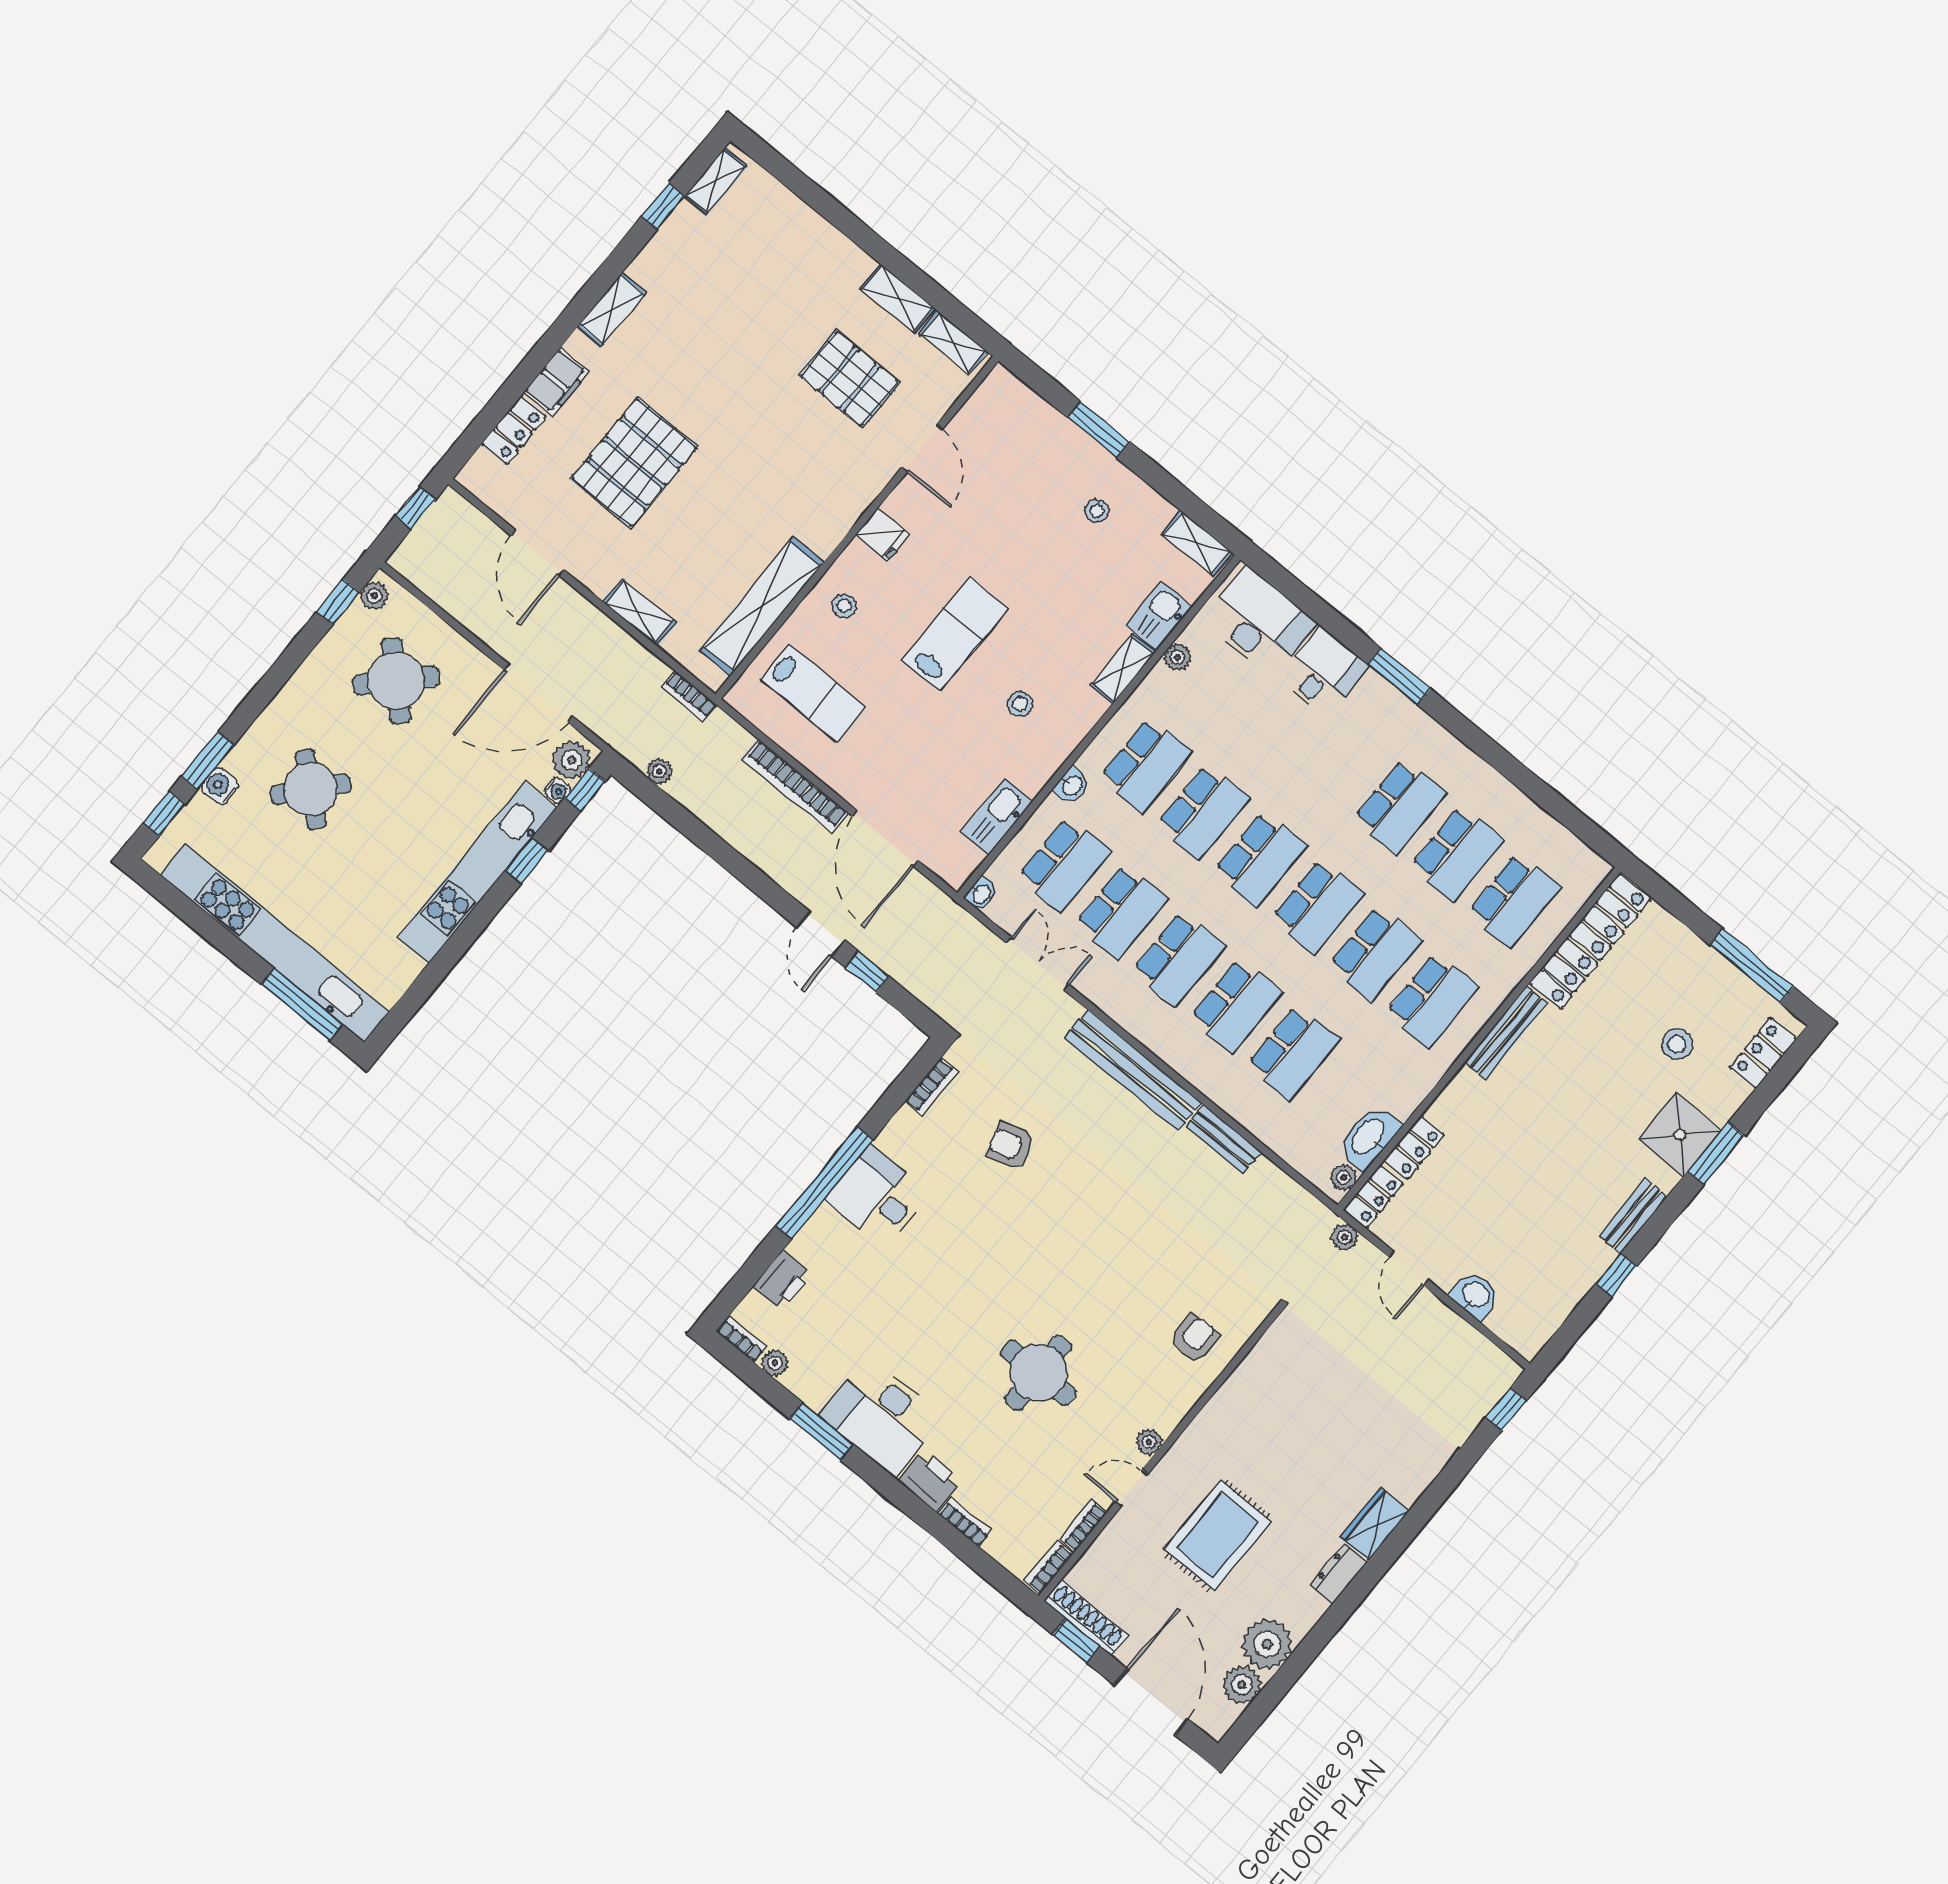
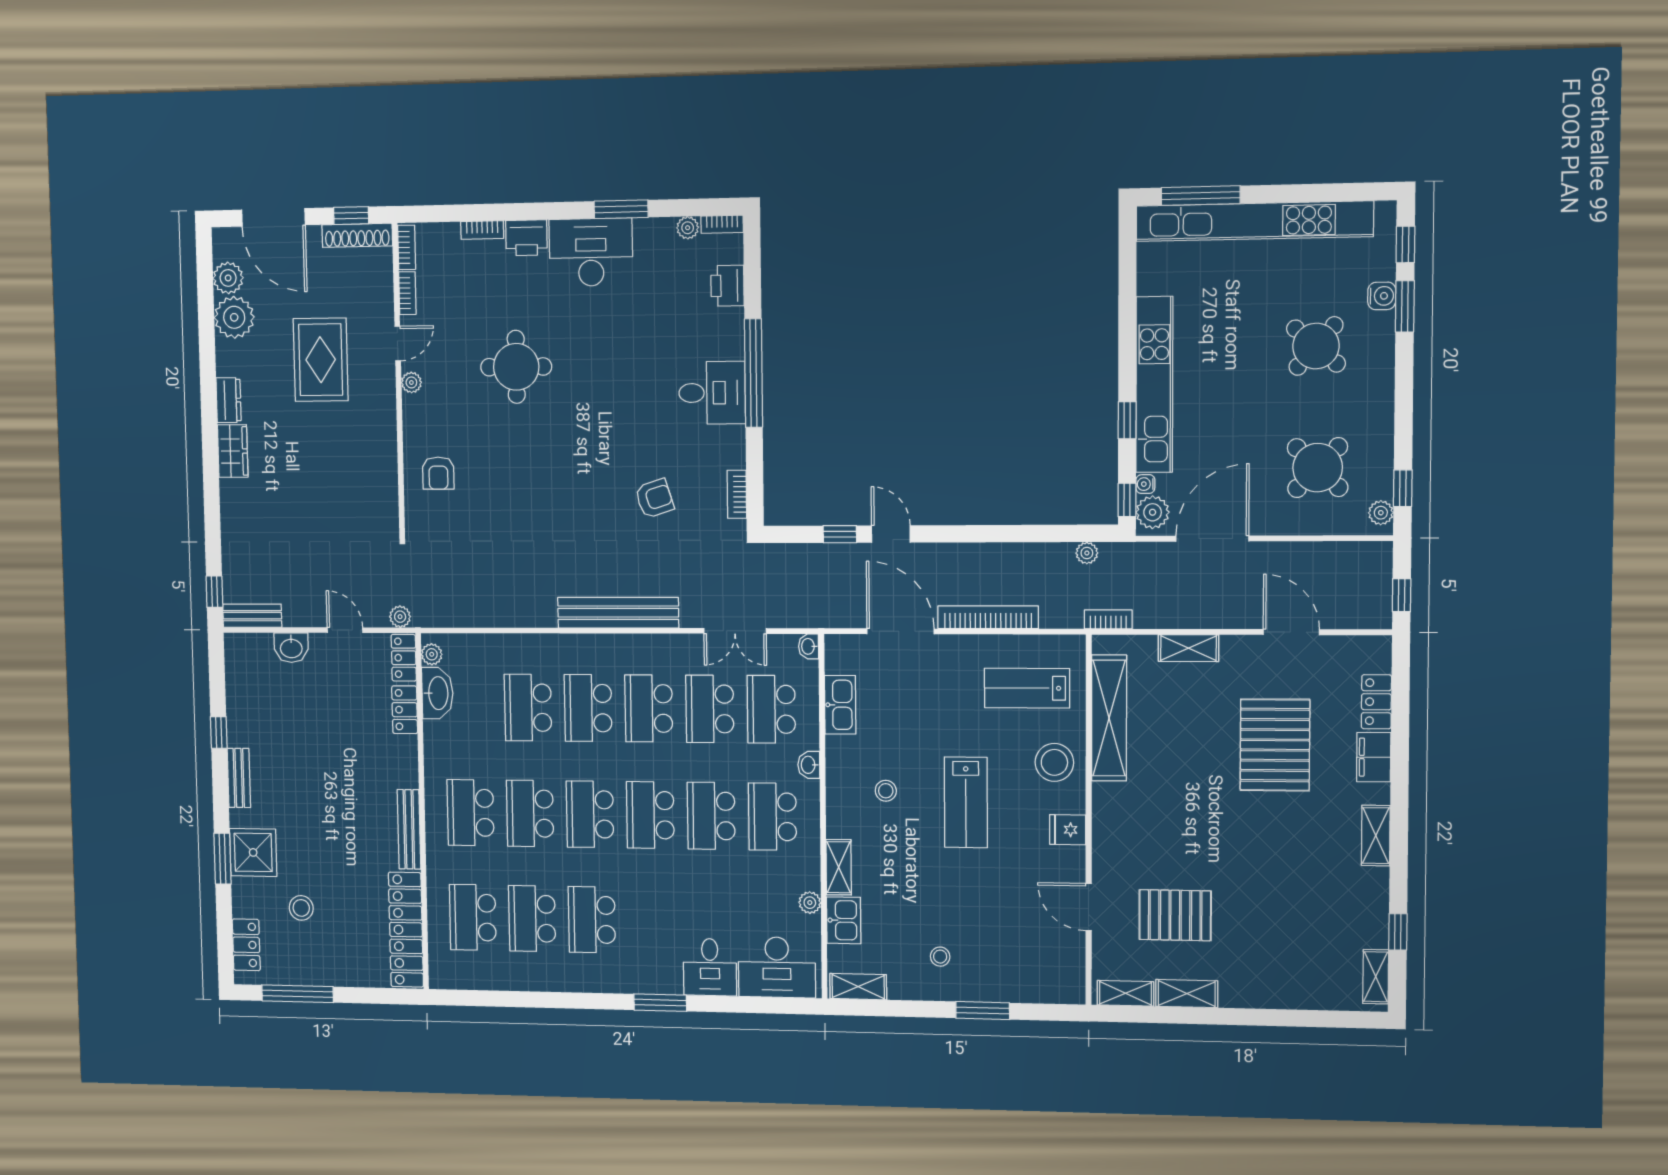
stool: (844, 606) -> (1054, 762), width x1.89, depth x1.89
bench: (1223, 1139) -> (252, 616), moved

